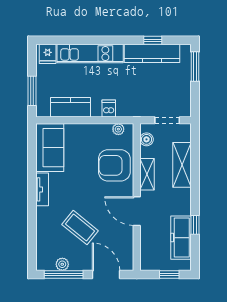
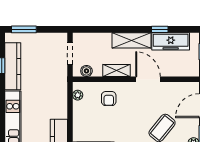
dishwasher: (109, 108) -> (60, 103), removed
armchair: (114, 165) -> (109, 99), width x0.53, depth x0.53
shelving: (182, 165) -> (132, 40), moved
door: (137, 211) -> (148, 79), swing flipped

